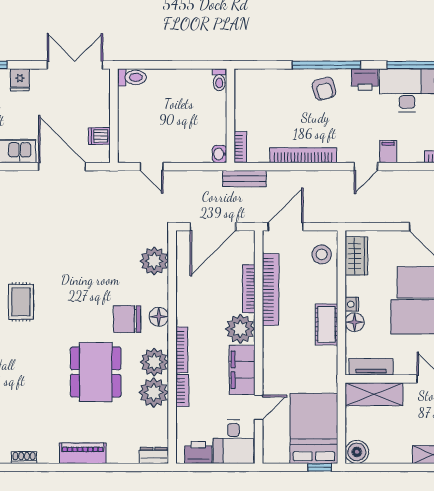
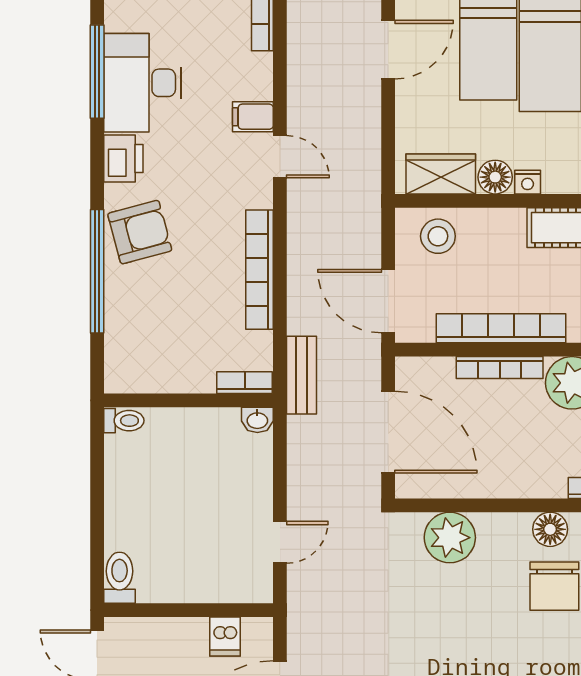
window: (326, 65) -> (97, 271), moved
armchair: (324, 89) -> (140, 232), width x1.38, depth x1.38
floor lamp: (355, 322) -> (495, 177), moved

